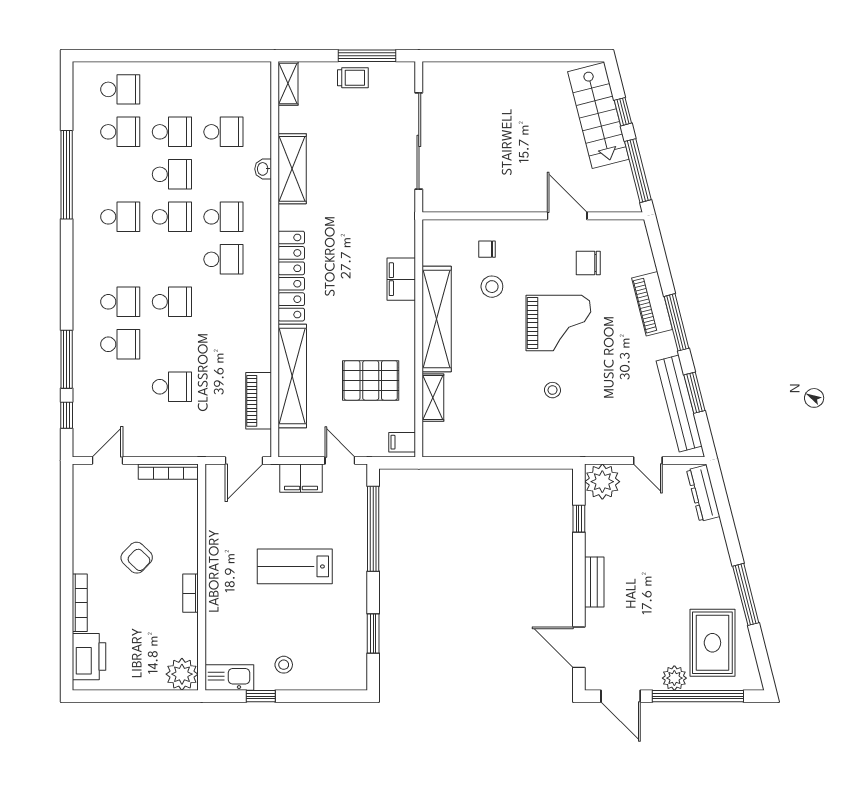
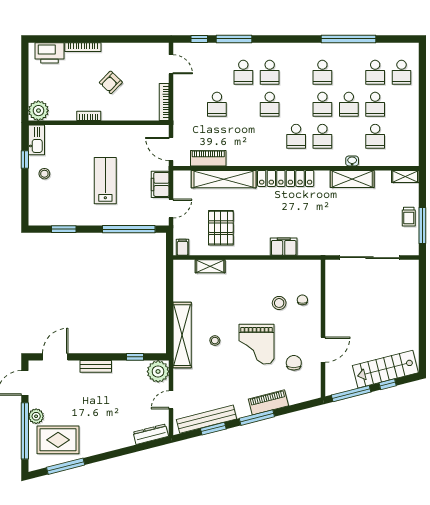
shelving: (437, 319) -> (182, 335), moved, turned 90
window: (746, 594) -> (66, 466), moved

